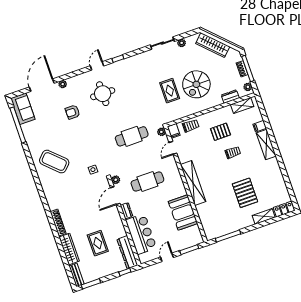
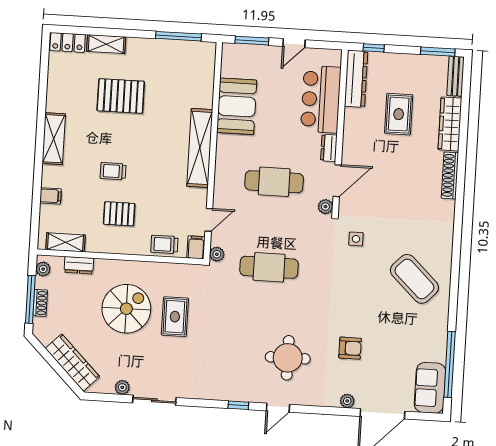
shelving: (266, 145) -> (54, 139), moved
pallet: (245, 193) -> (121, 96), turned 90

